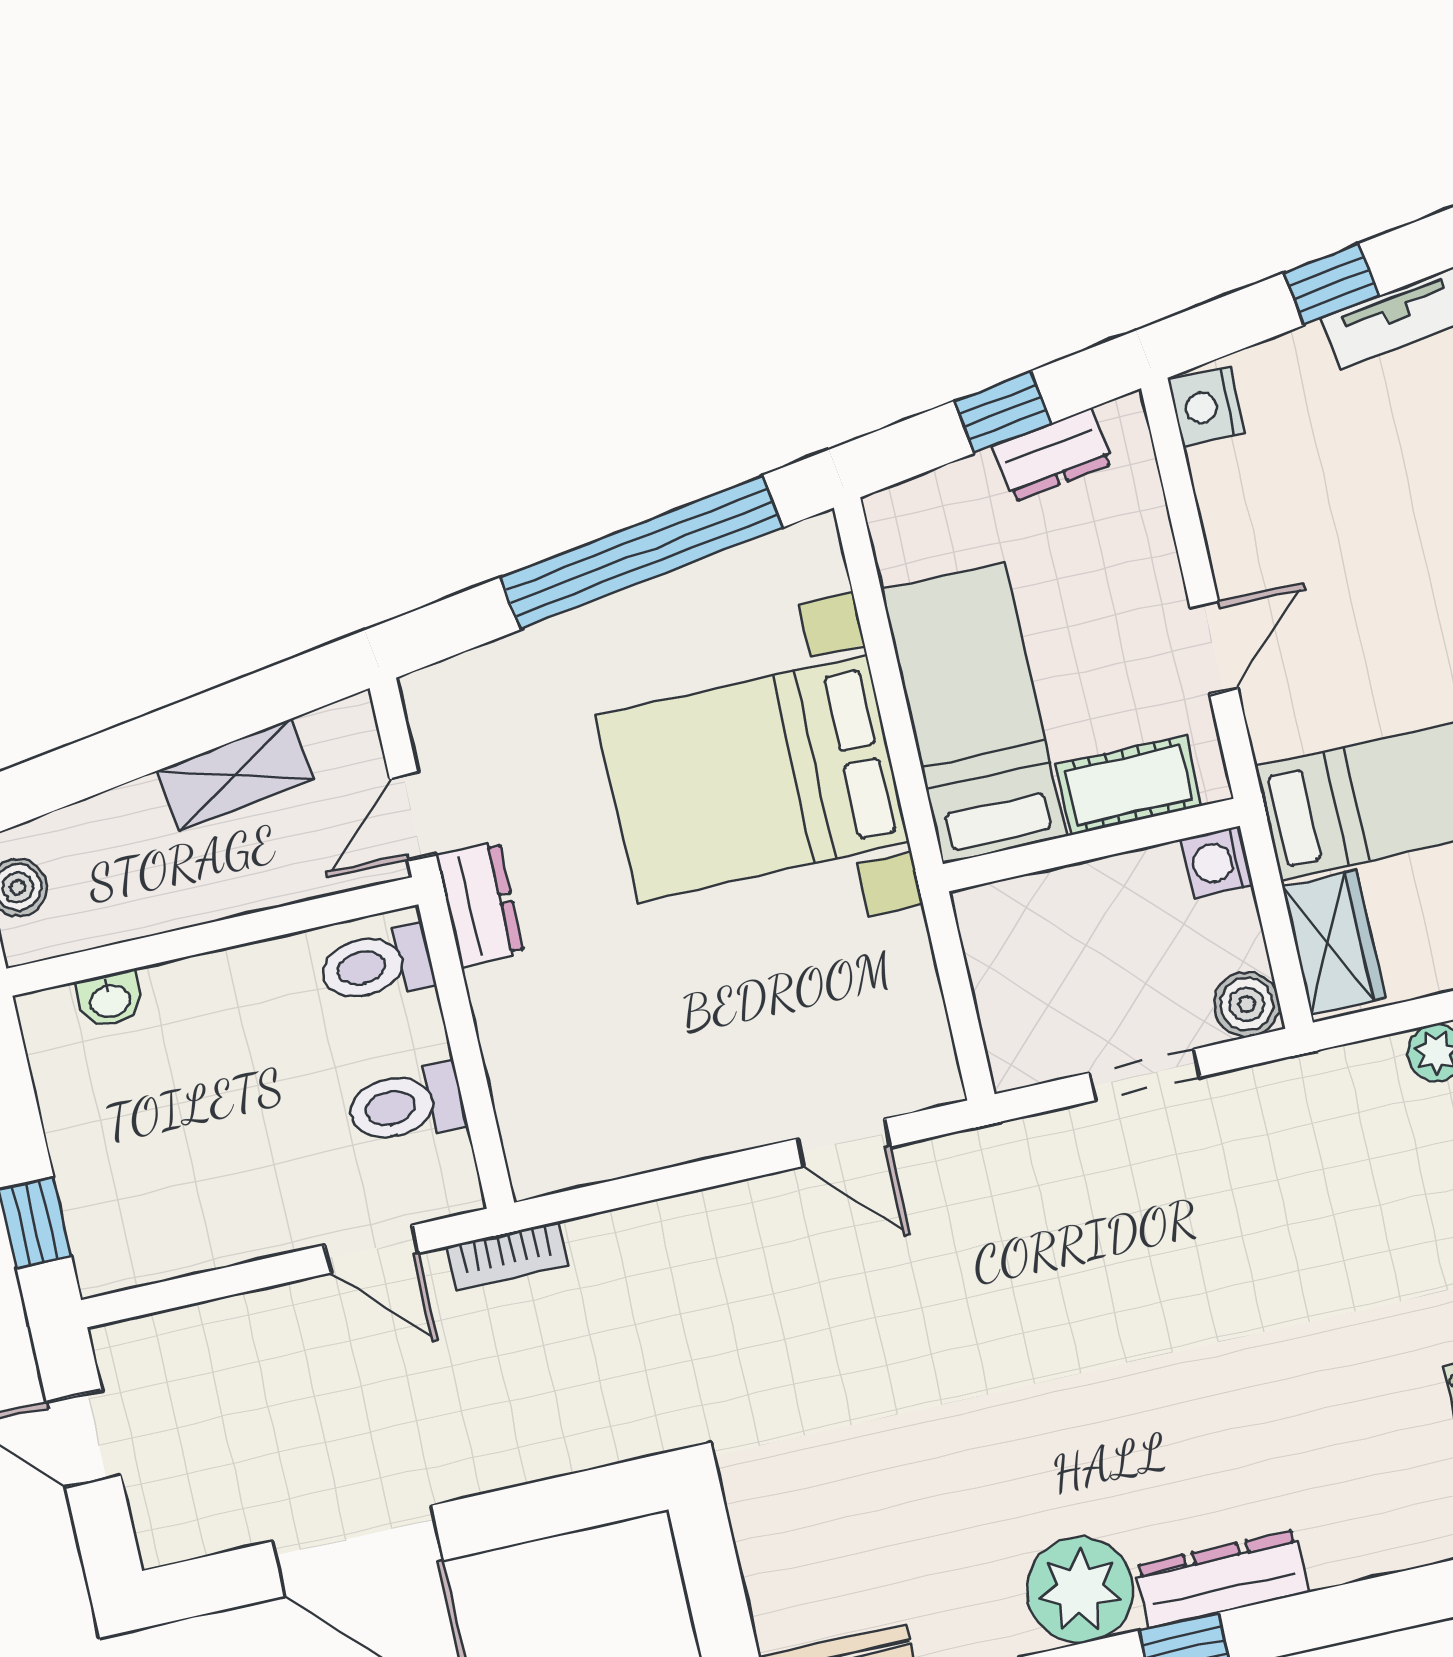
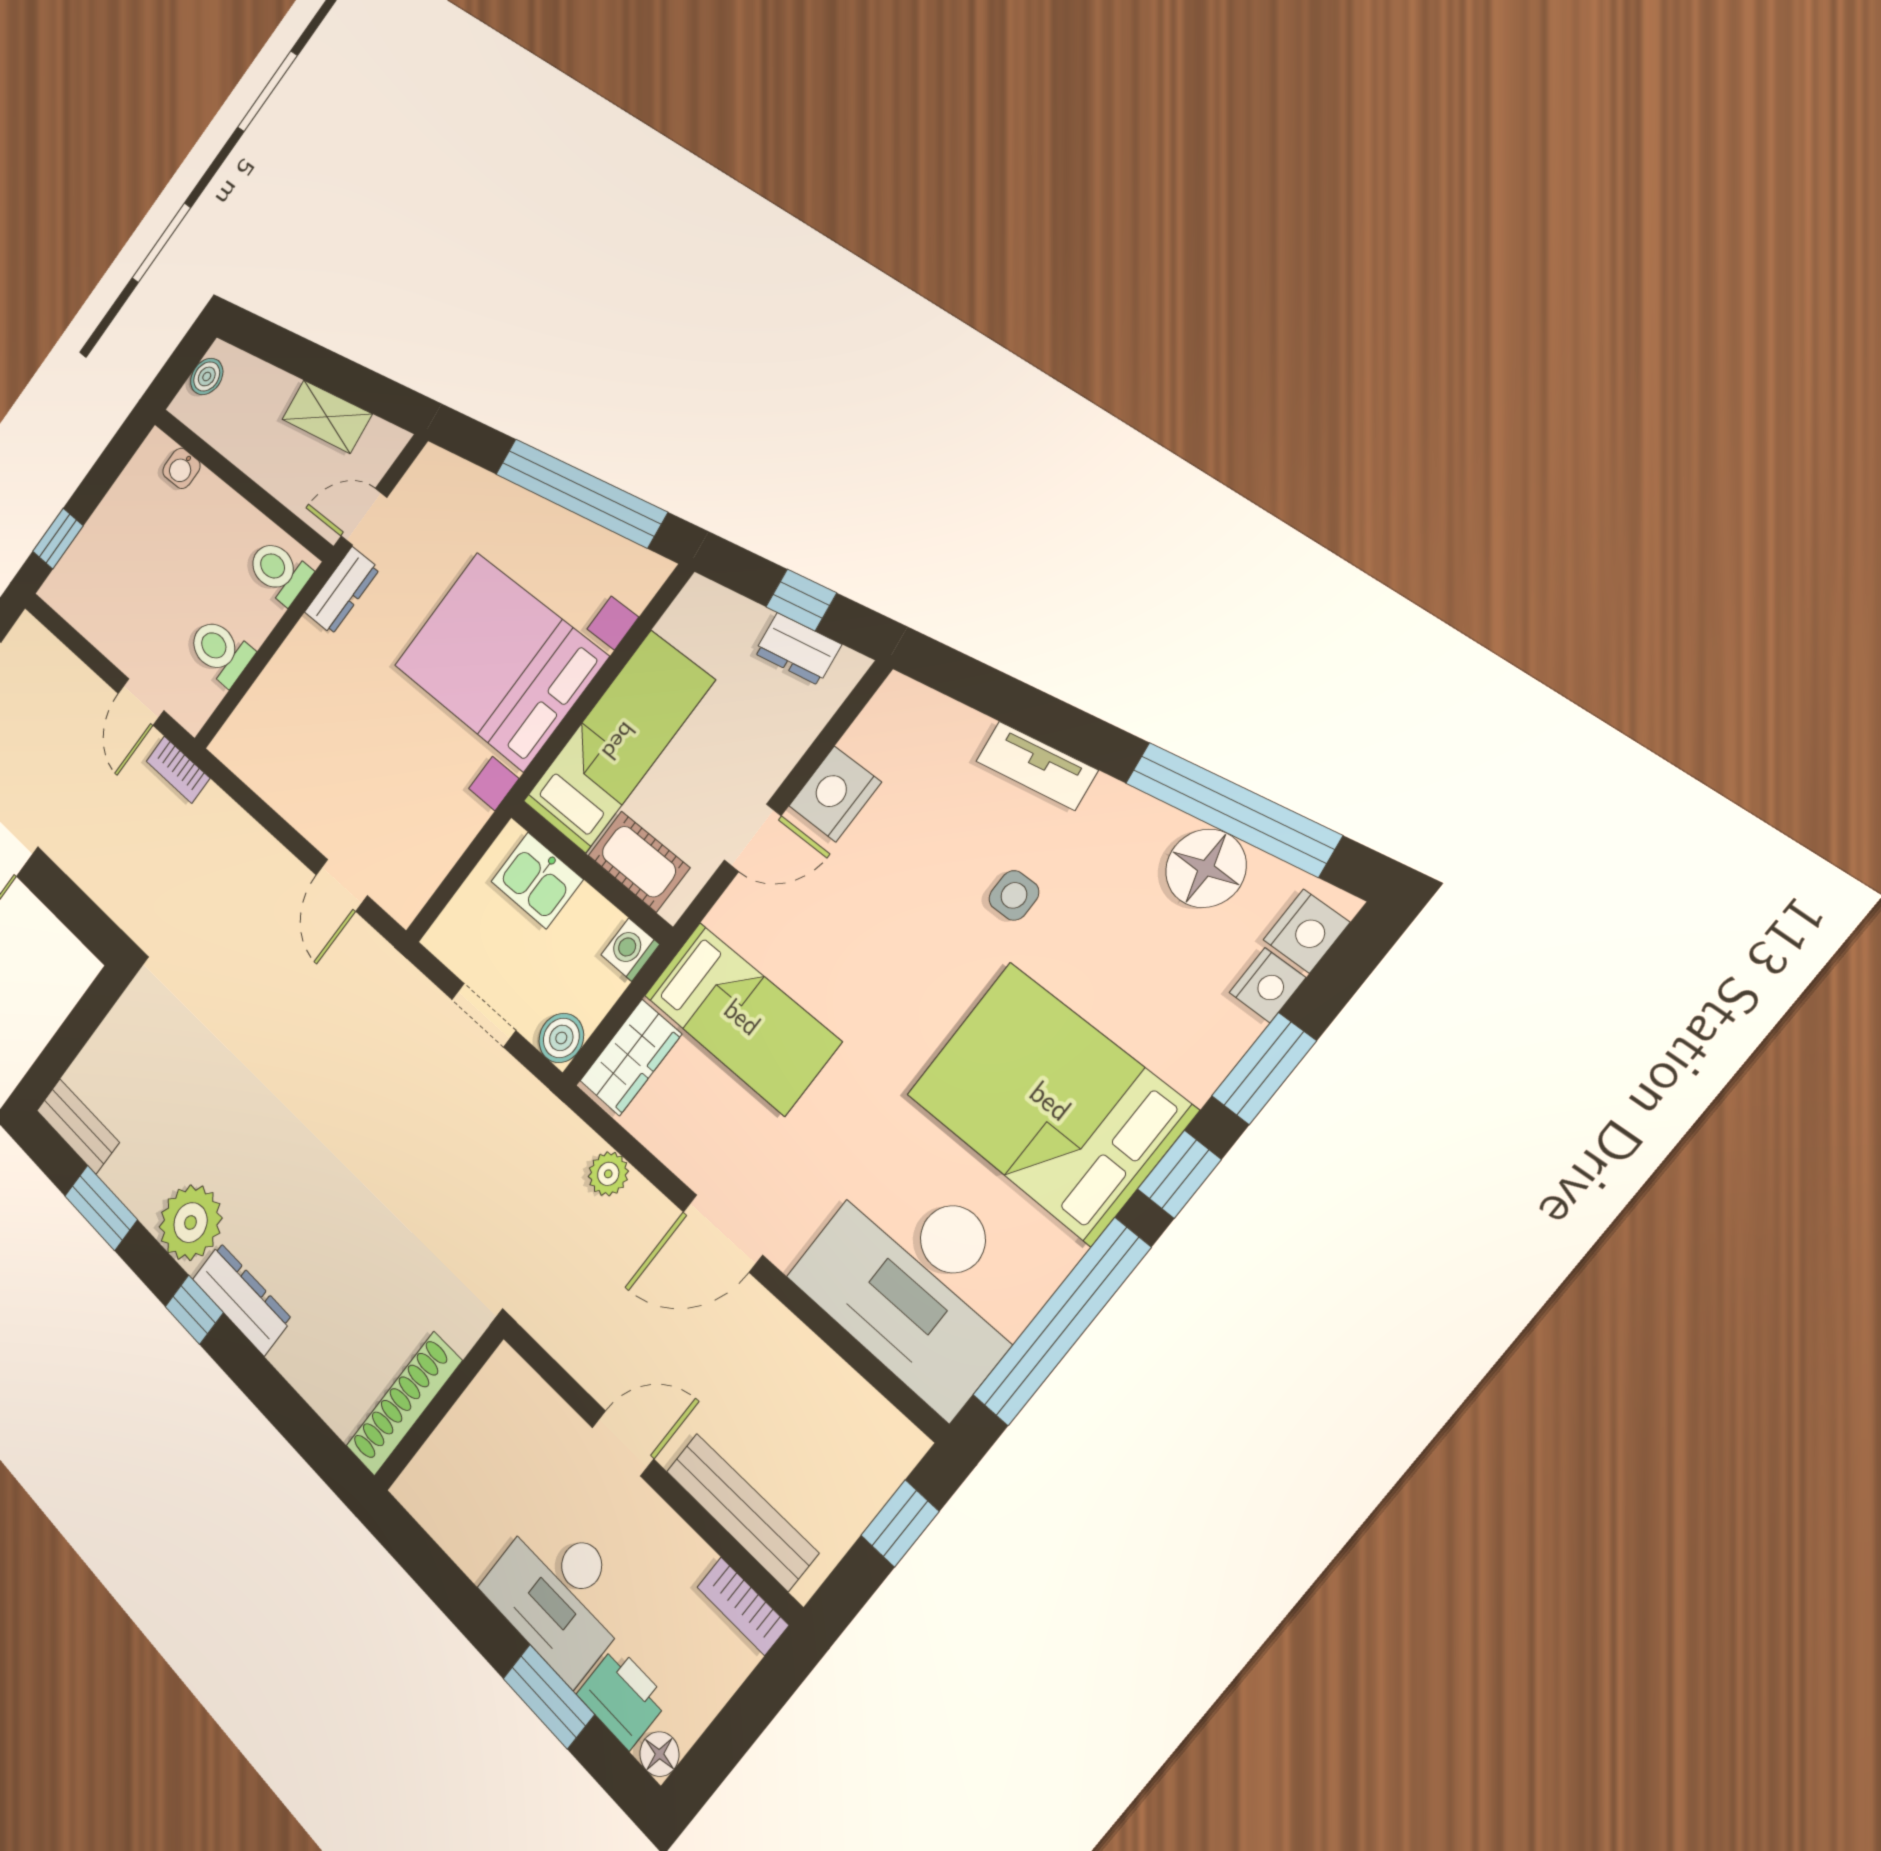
window: (1331, 285) -> (1026, 709), removed
nightstand: (1206, 407) -> (835, 794), moved, width x1.36, depth x1.33
kitchen sink: (1047, 911) -> (537, 880), added

